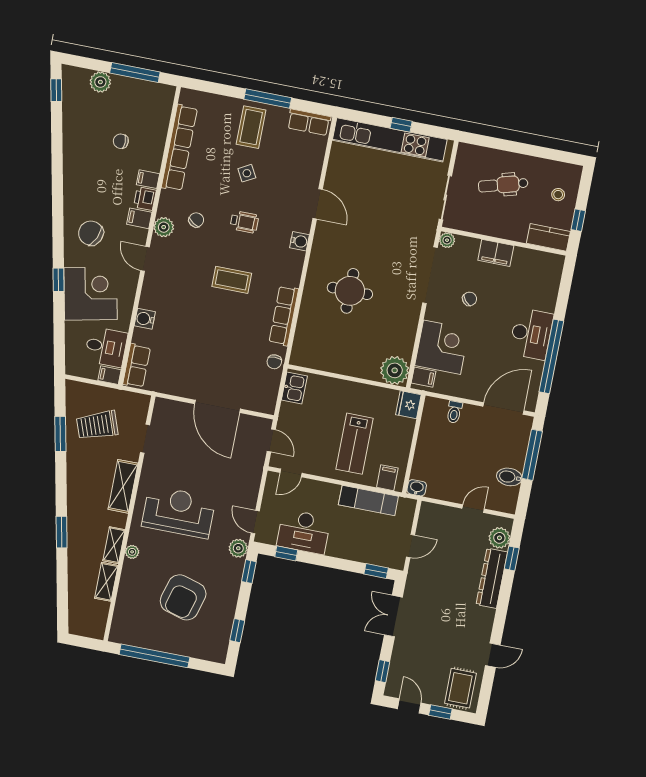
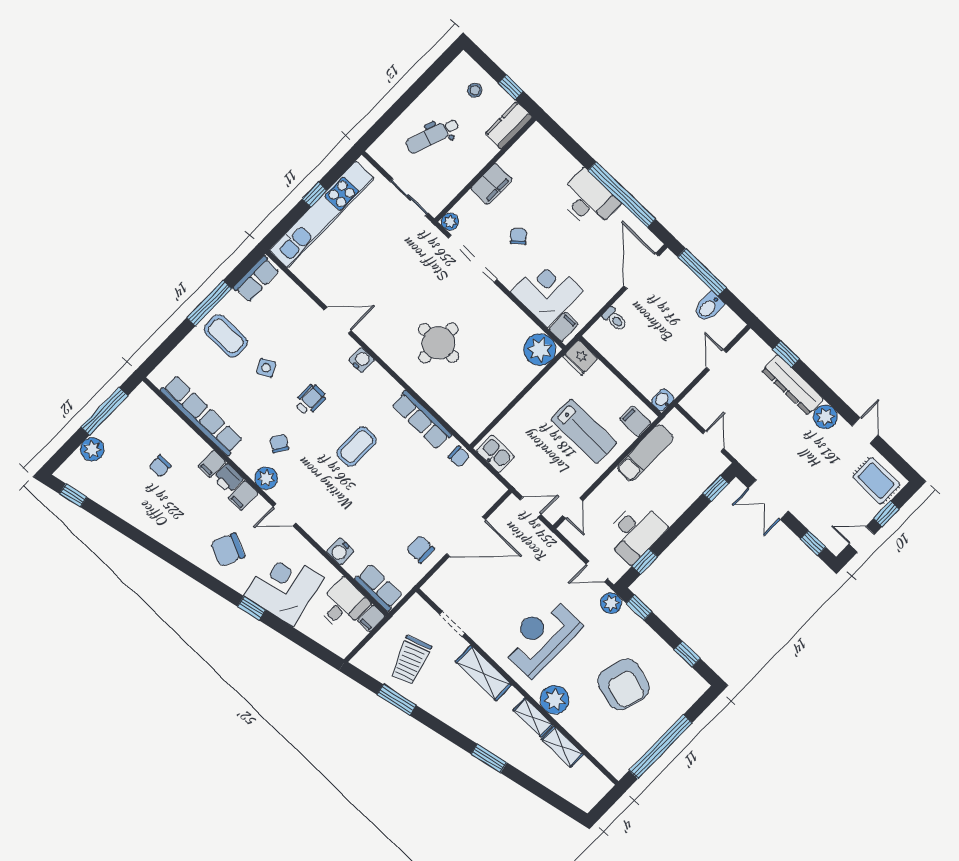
dental chair: (503, 185) -> (432, 136), turned 35
chair: (186, 378) -> (420, 549), added
plant: (499, 538) -> (825, 417), moved
plant: (132, 552) -> (555, 700), width x1.87, depth x1.87

